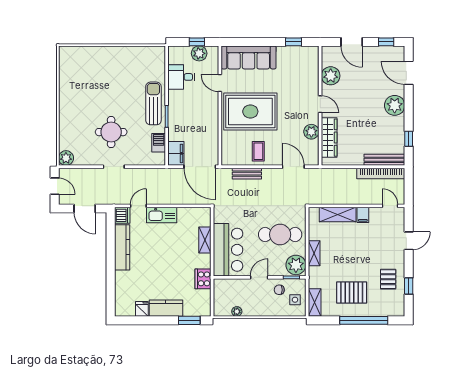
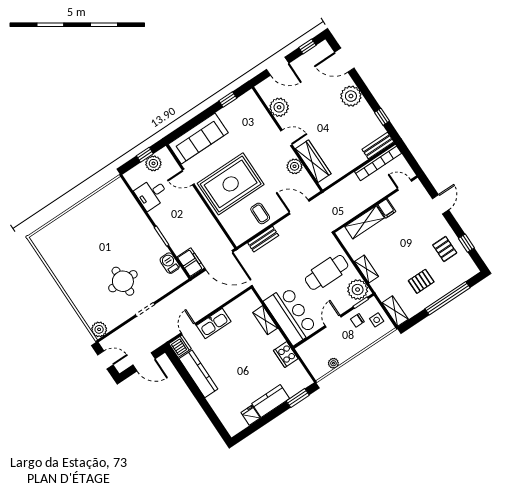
sun lounger: (153, 103) -> (143, 232), removed
bench: (384, 160) -> (378, 146), width x0.73
pallet: (352, 293) -> (421, 281), width x0.67, depth x0.71

